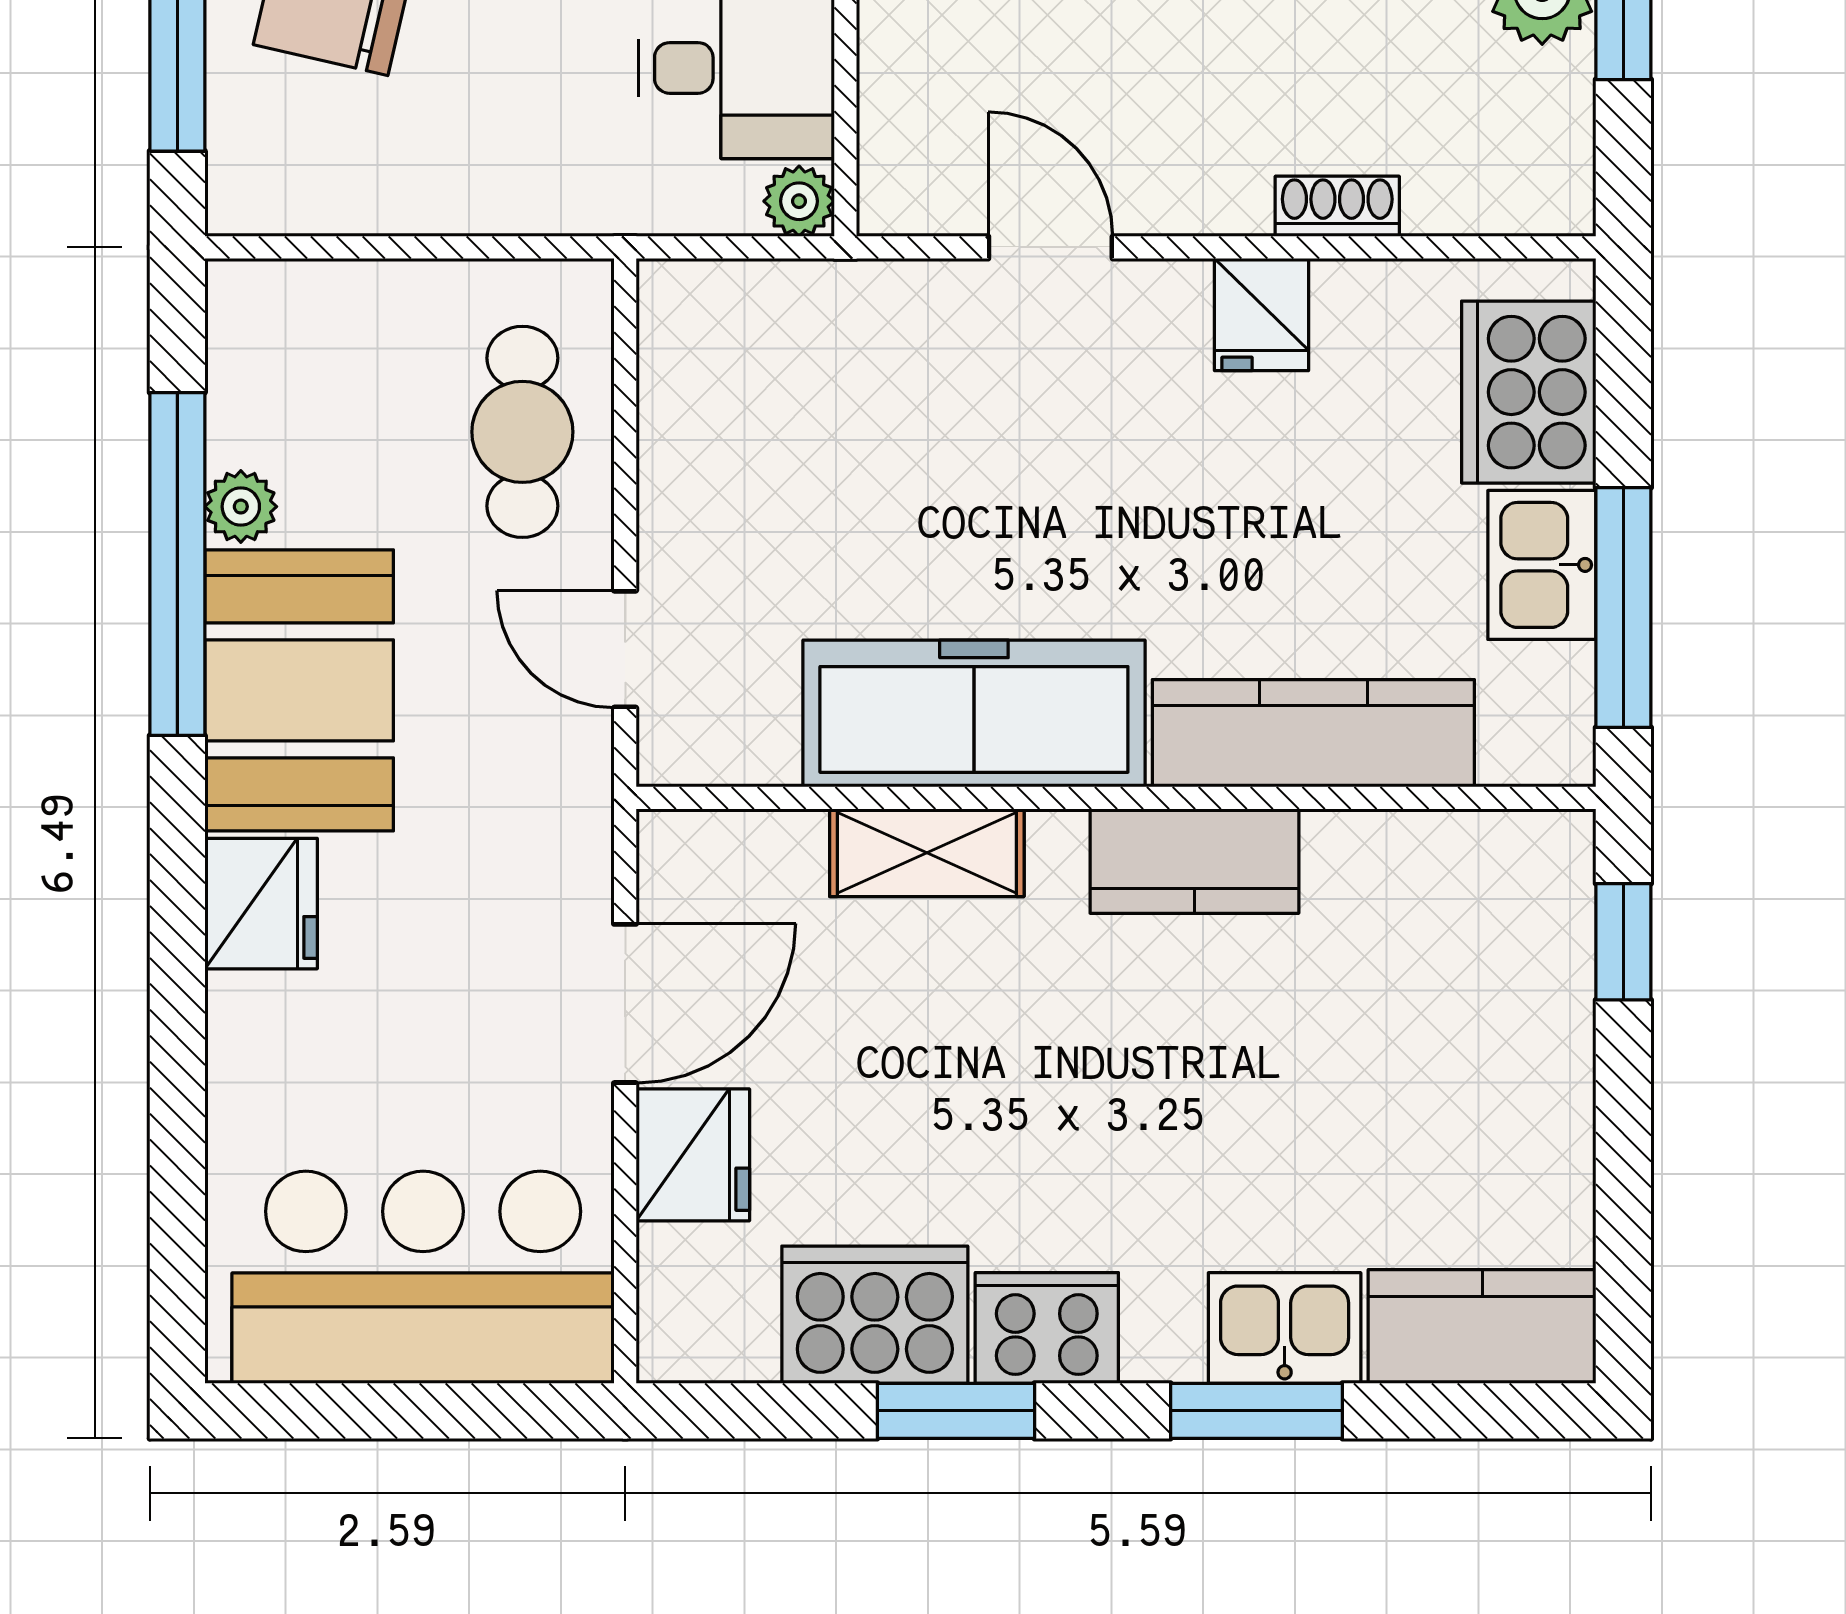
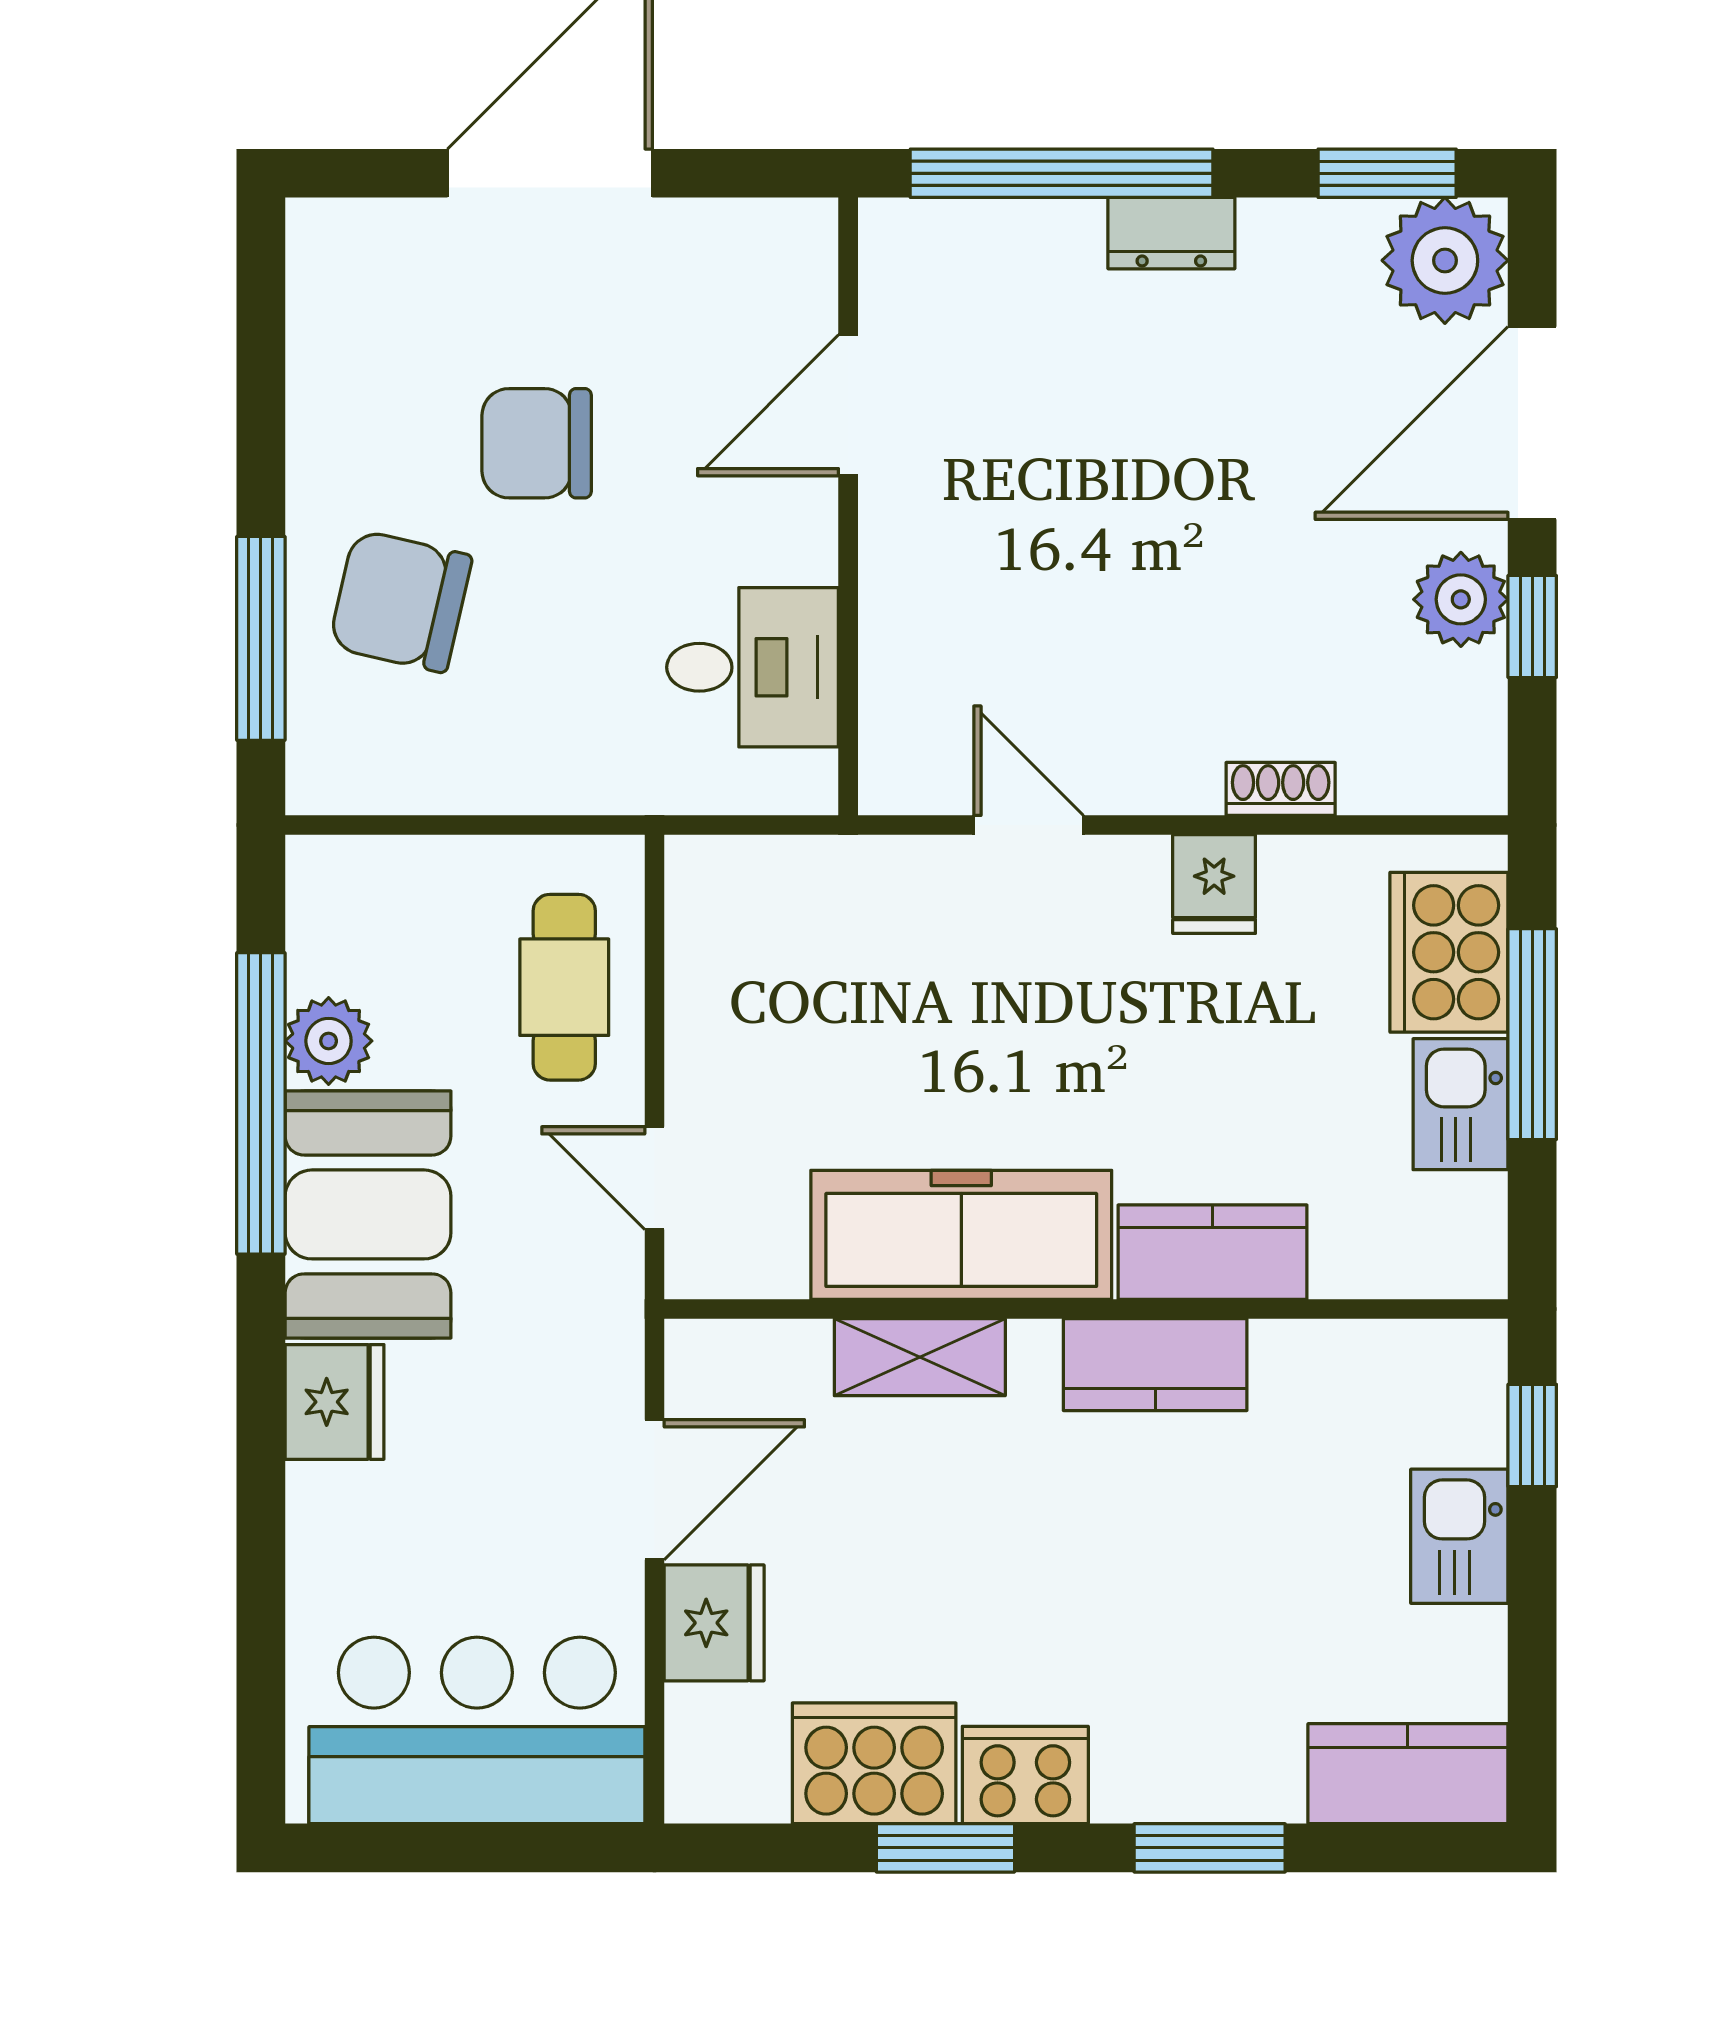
plant: (799, 201) -> (807, 784), removed
plant: (241, 507) -> (329, 1041), width x1.38, depth x1.38
window: (1623, 608) -> (1532, 1034), moved
kitchen counter: (1313, 733) -> (1212, 1252), width x0.67
kitchen sink: (1285, 1328) -> (1459, 1536), moved, turned -90

